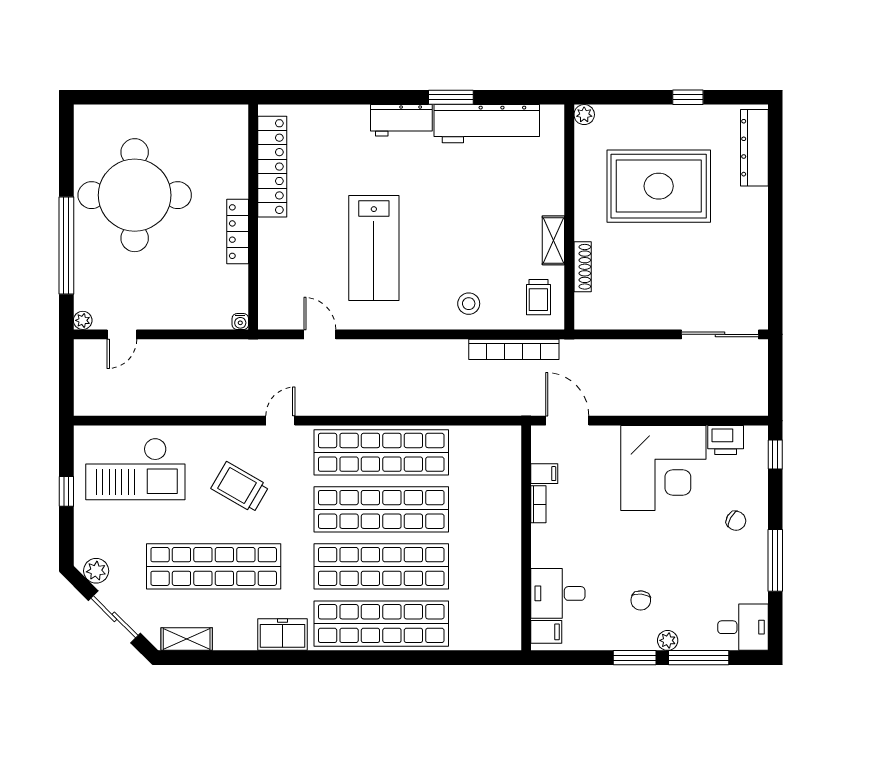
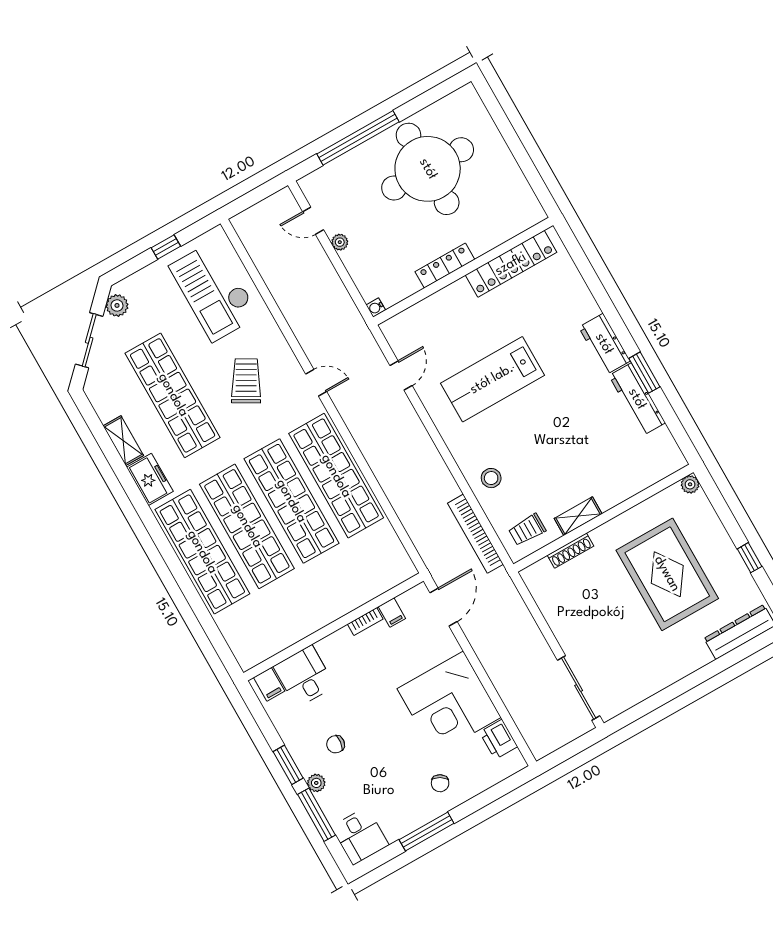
workbench: (487, 124) -> (637, 399), width x0.73, depth x0.76
plant: (83, 320) -> (340, 242), moved
window: (775, 455) -> (509, 784), removed
shelving: (187, 639) -> (123, 441), moved

